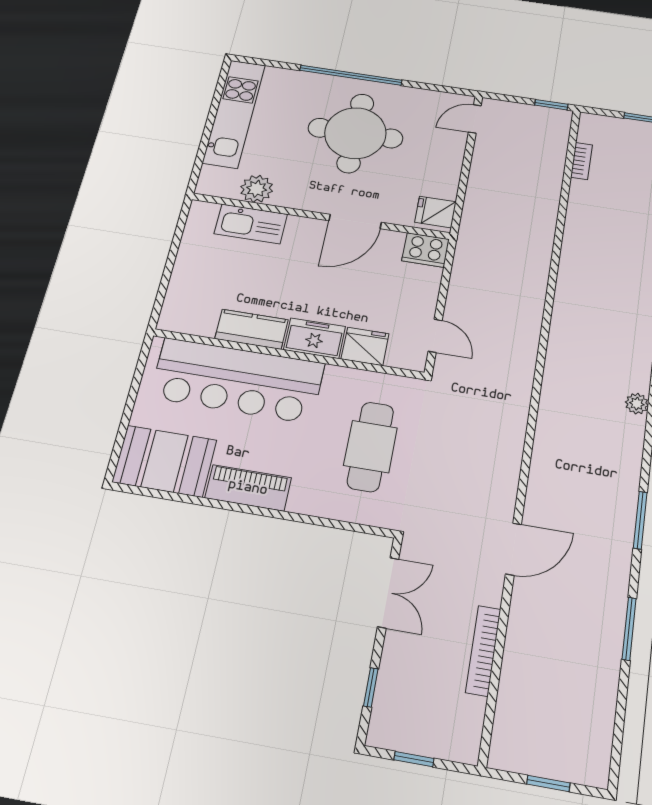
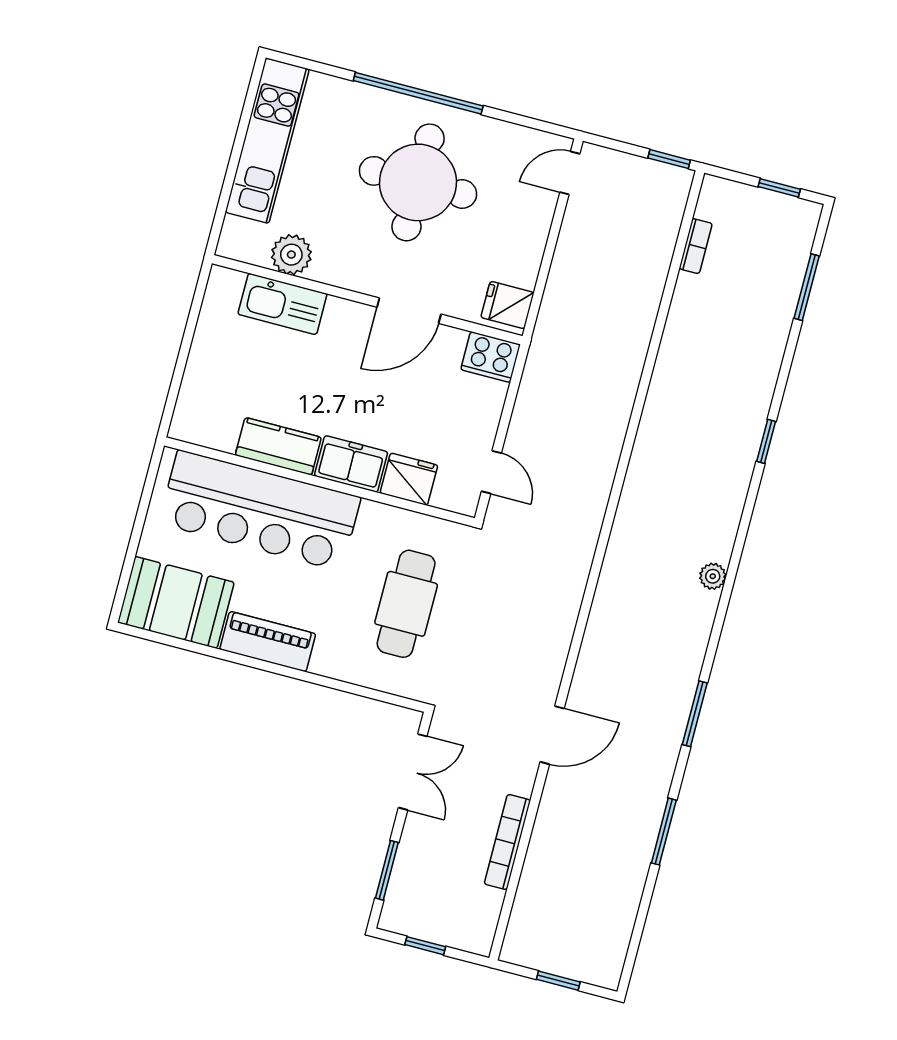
window: (371, 687) -> (387, 870), width x1.50

